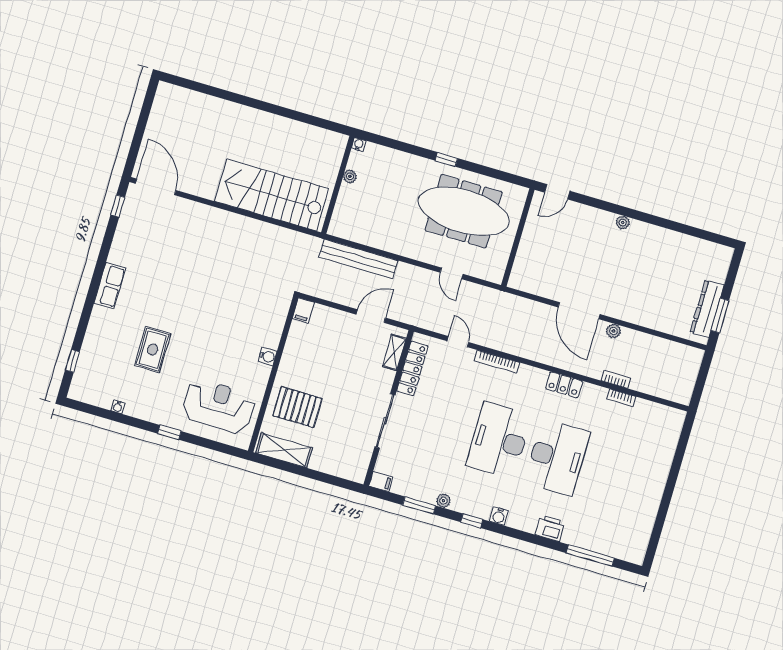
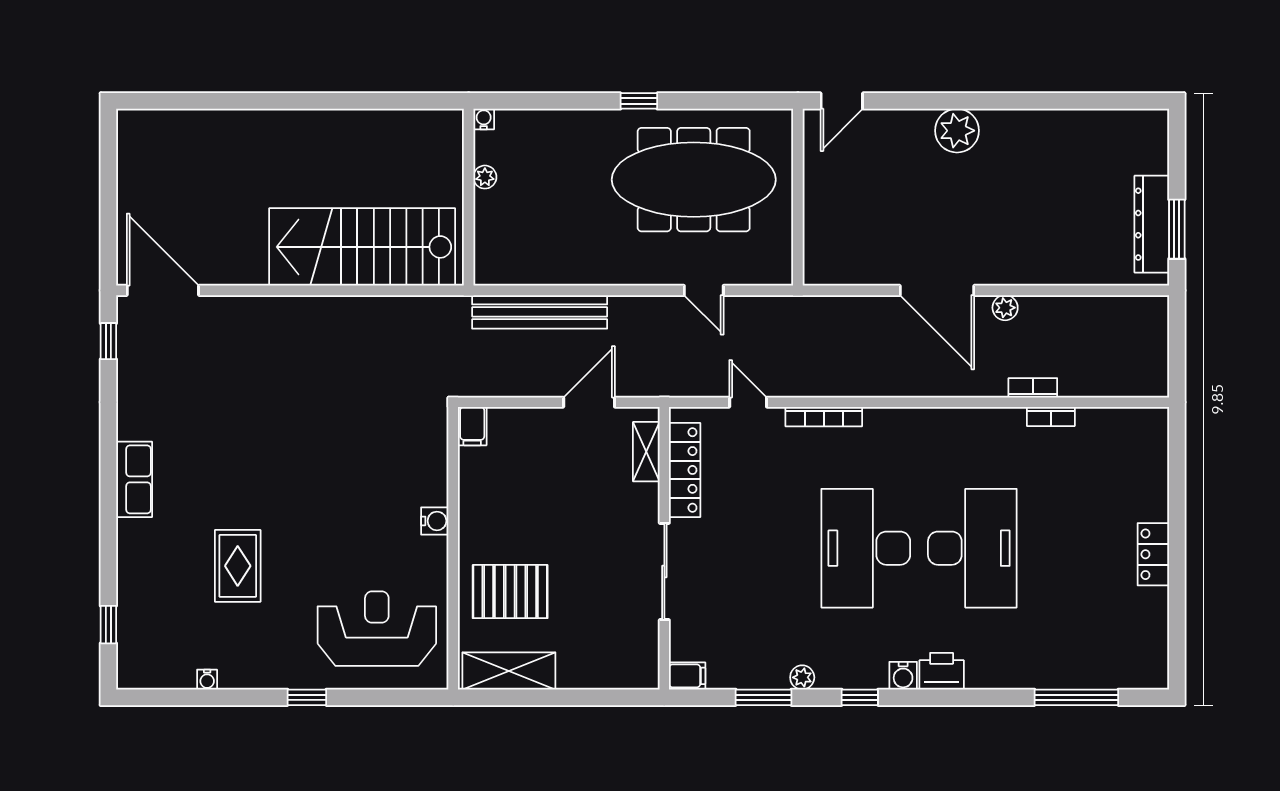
plant: (623, 223) -> (957, 131), width x1.87, depth x1.87
locker: (564, 385) -> (1153, 554), moved, turned 90
printer: (550, 528) -> (942, 671), moved

